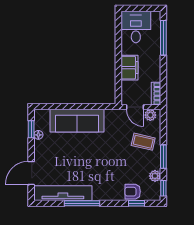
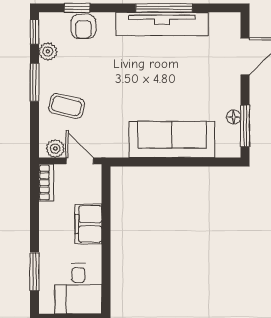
window: (163, 38) -> (34, 272), width x0.69
window: (31, 129) -> (245, 126), width x1.50
armchair: (133, 192) -> (83, 26), turned 90
tv unit: (63, 193) -> (162, 24), moved

